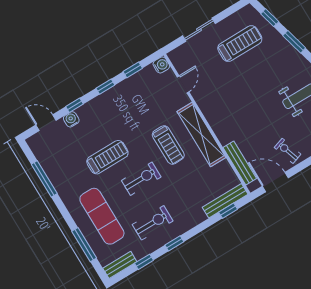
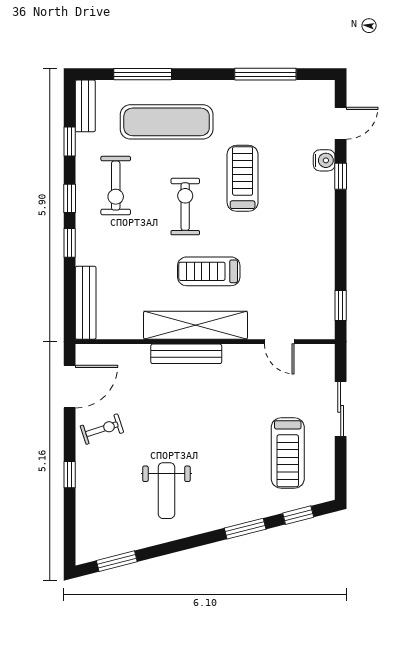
water cooler: (161, 65) -> (324, 328), removed
window: (133, 70) -> (341, 305), moved
window: (105, 87) -> (341, 234), removed
treadmill: (107, 157) -> (243, 178), turned 180
bench: (240, 163) -> (186, 354), moved
exercise bike: (141, 179) -> (185, 207), turned 180
window: (228, 211) -> (70, 243), moved

